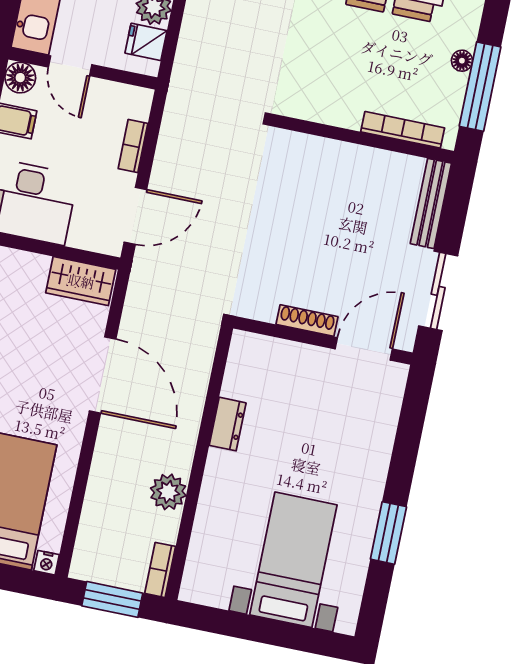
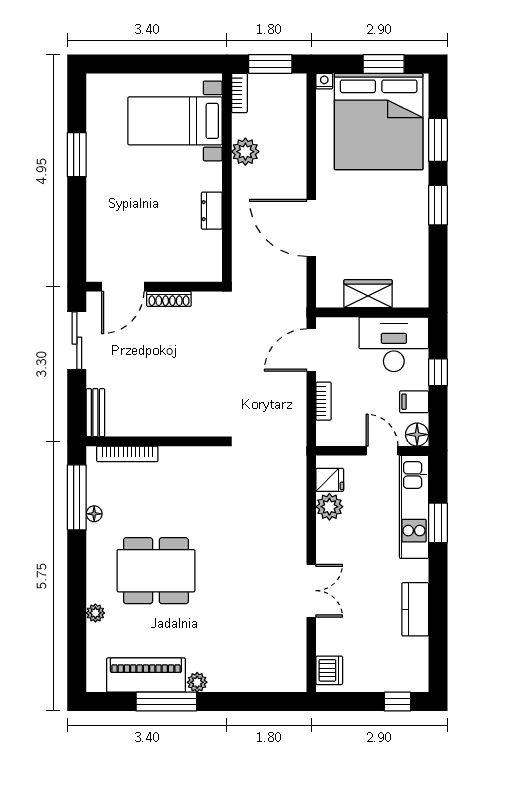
bench: (431, 203) -> (95, 413), width x0.73
wardrobe: (81, 281) -> (368, 294), moved
bed with nightstands: (293, 560) -> (175, 121), moved, turned 90

